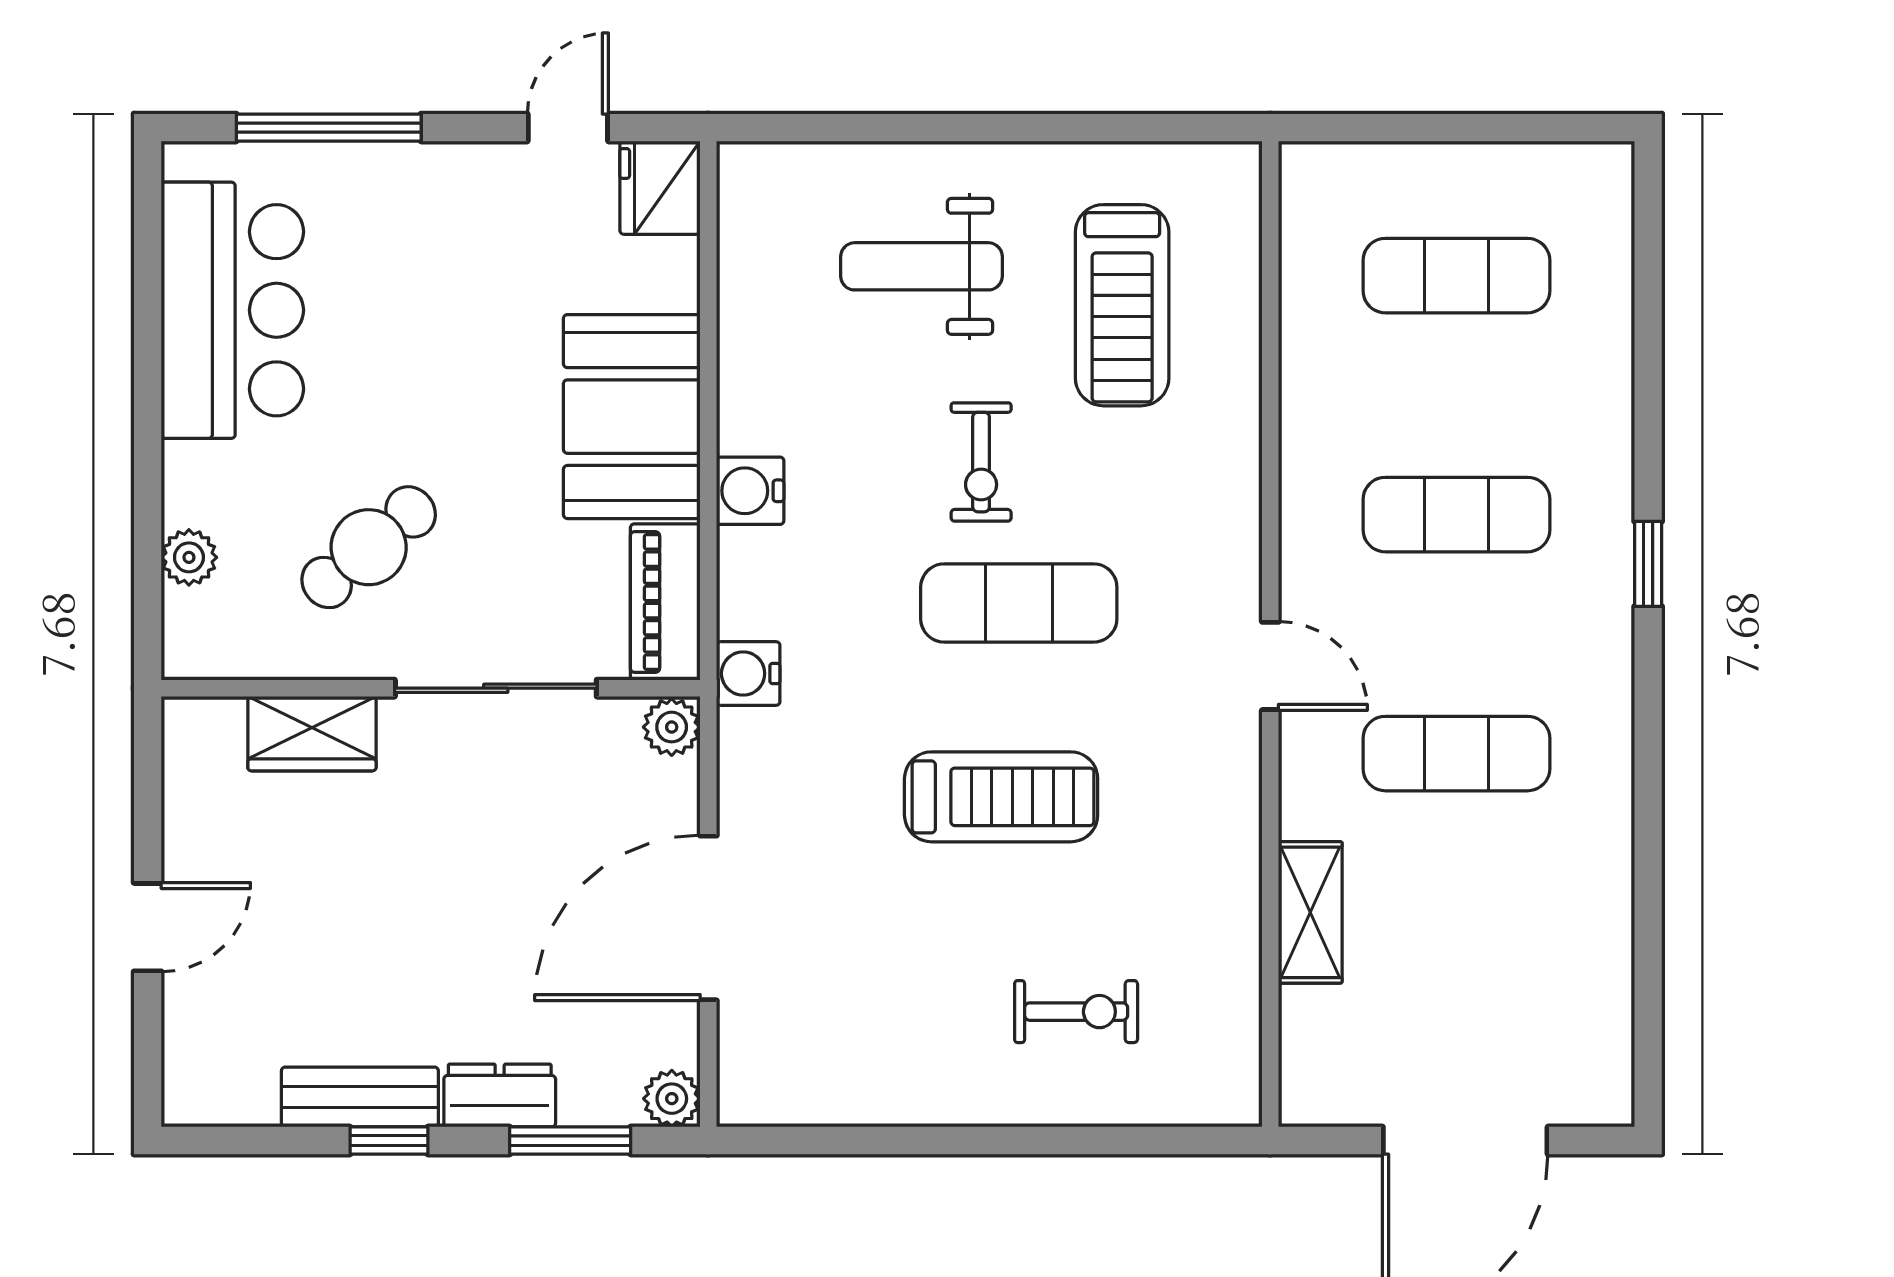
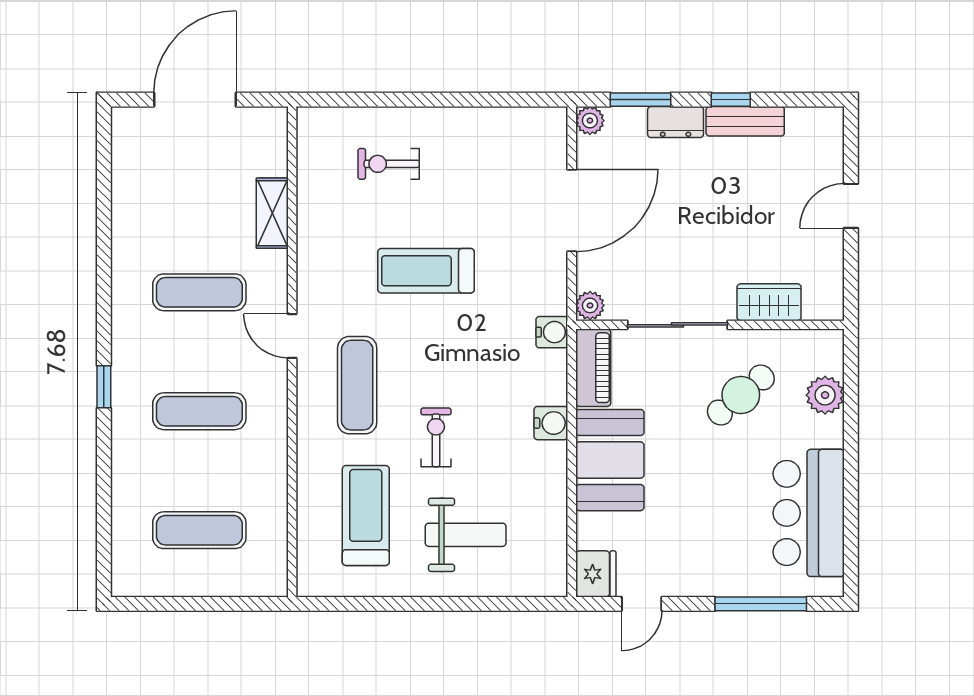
plant: (189, 557) -> (825, 395), width x1.38, depth x1.38
exercise mat: (1019, 603) -> (357, 385), moved, turned 90

